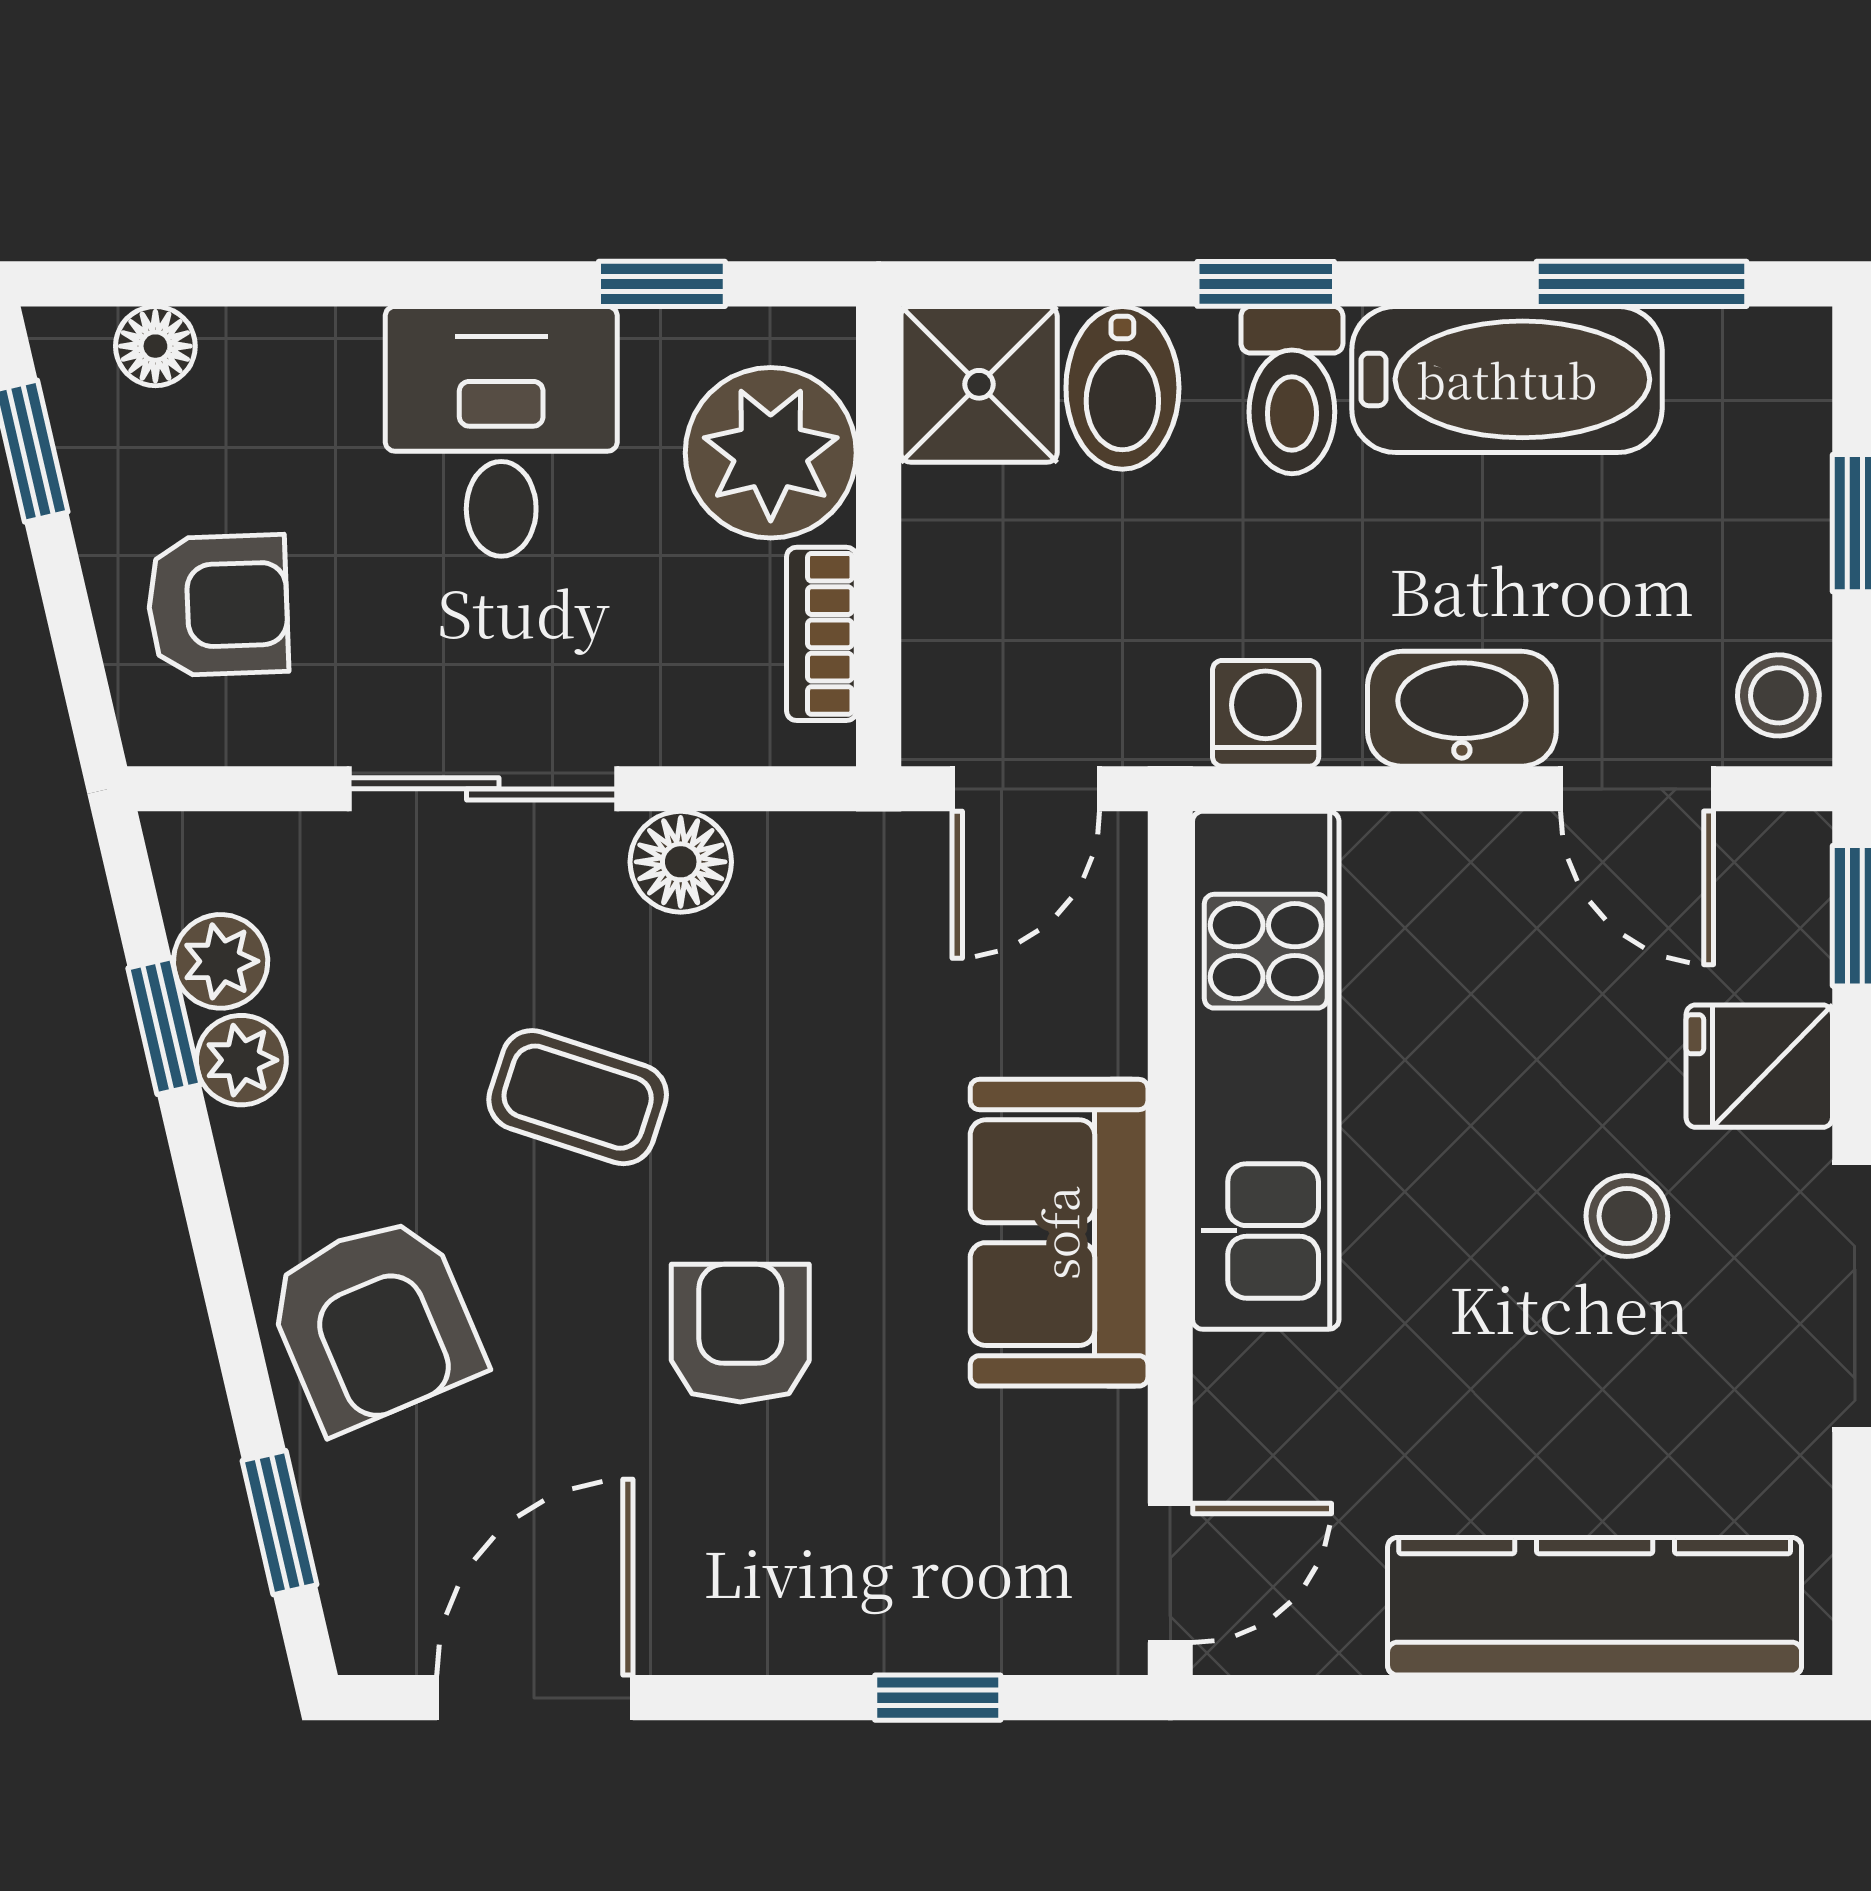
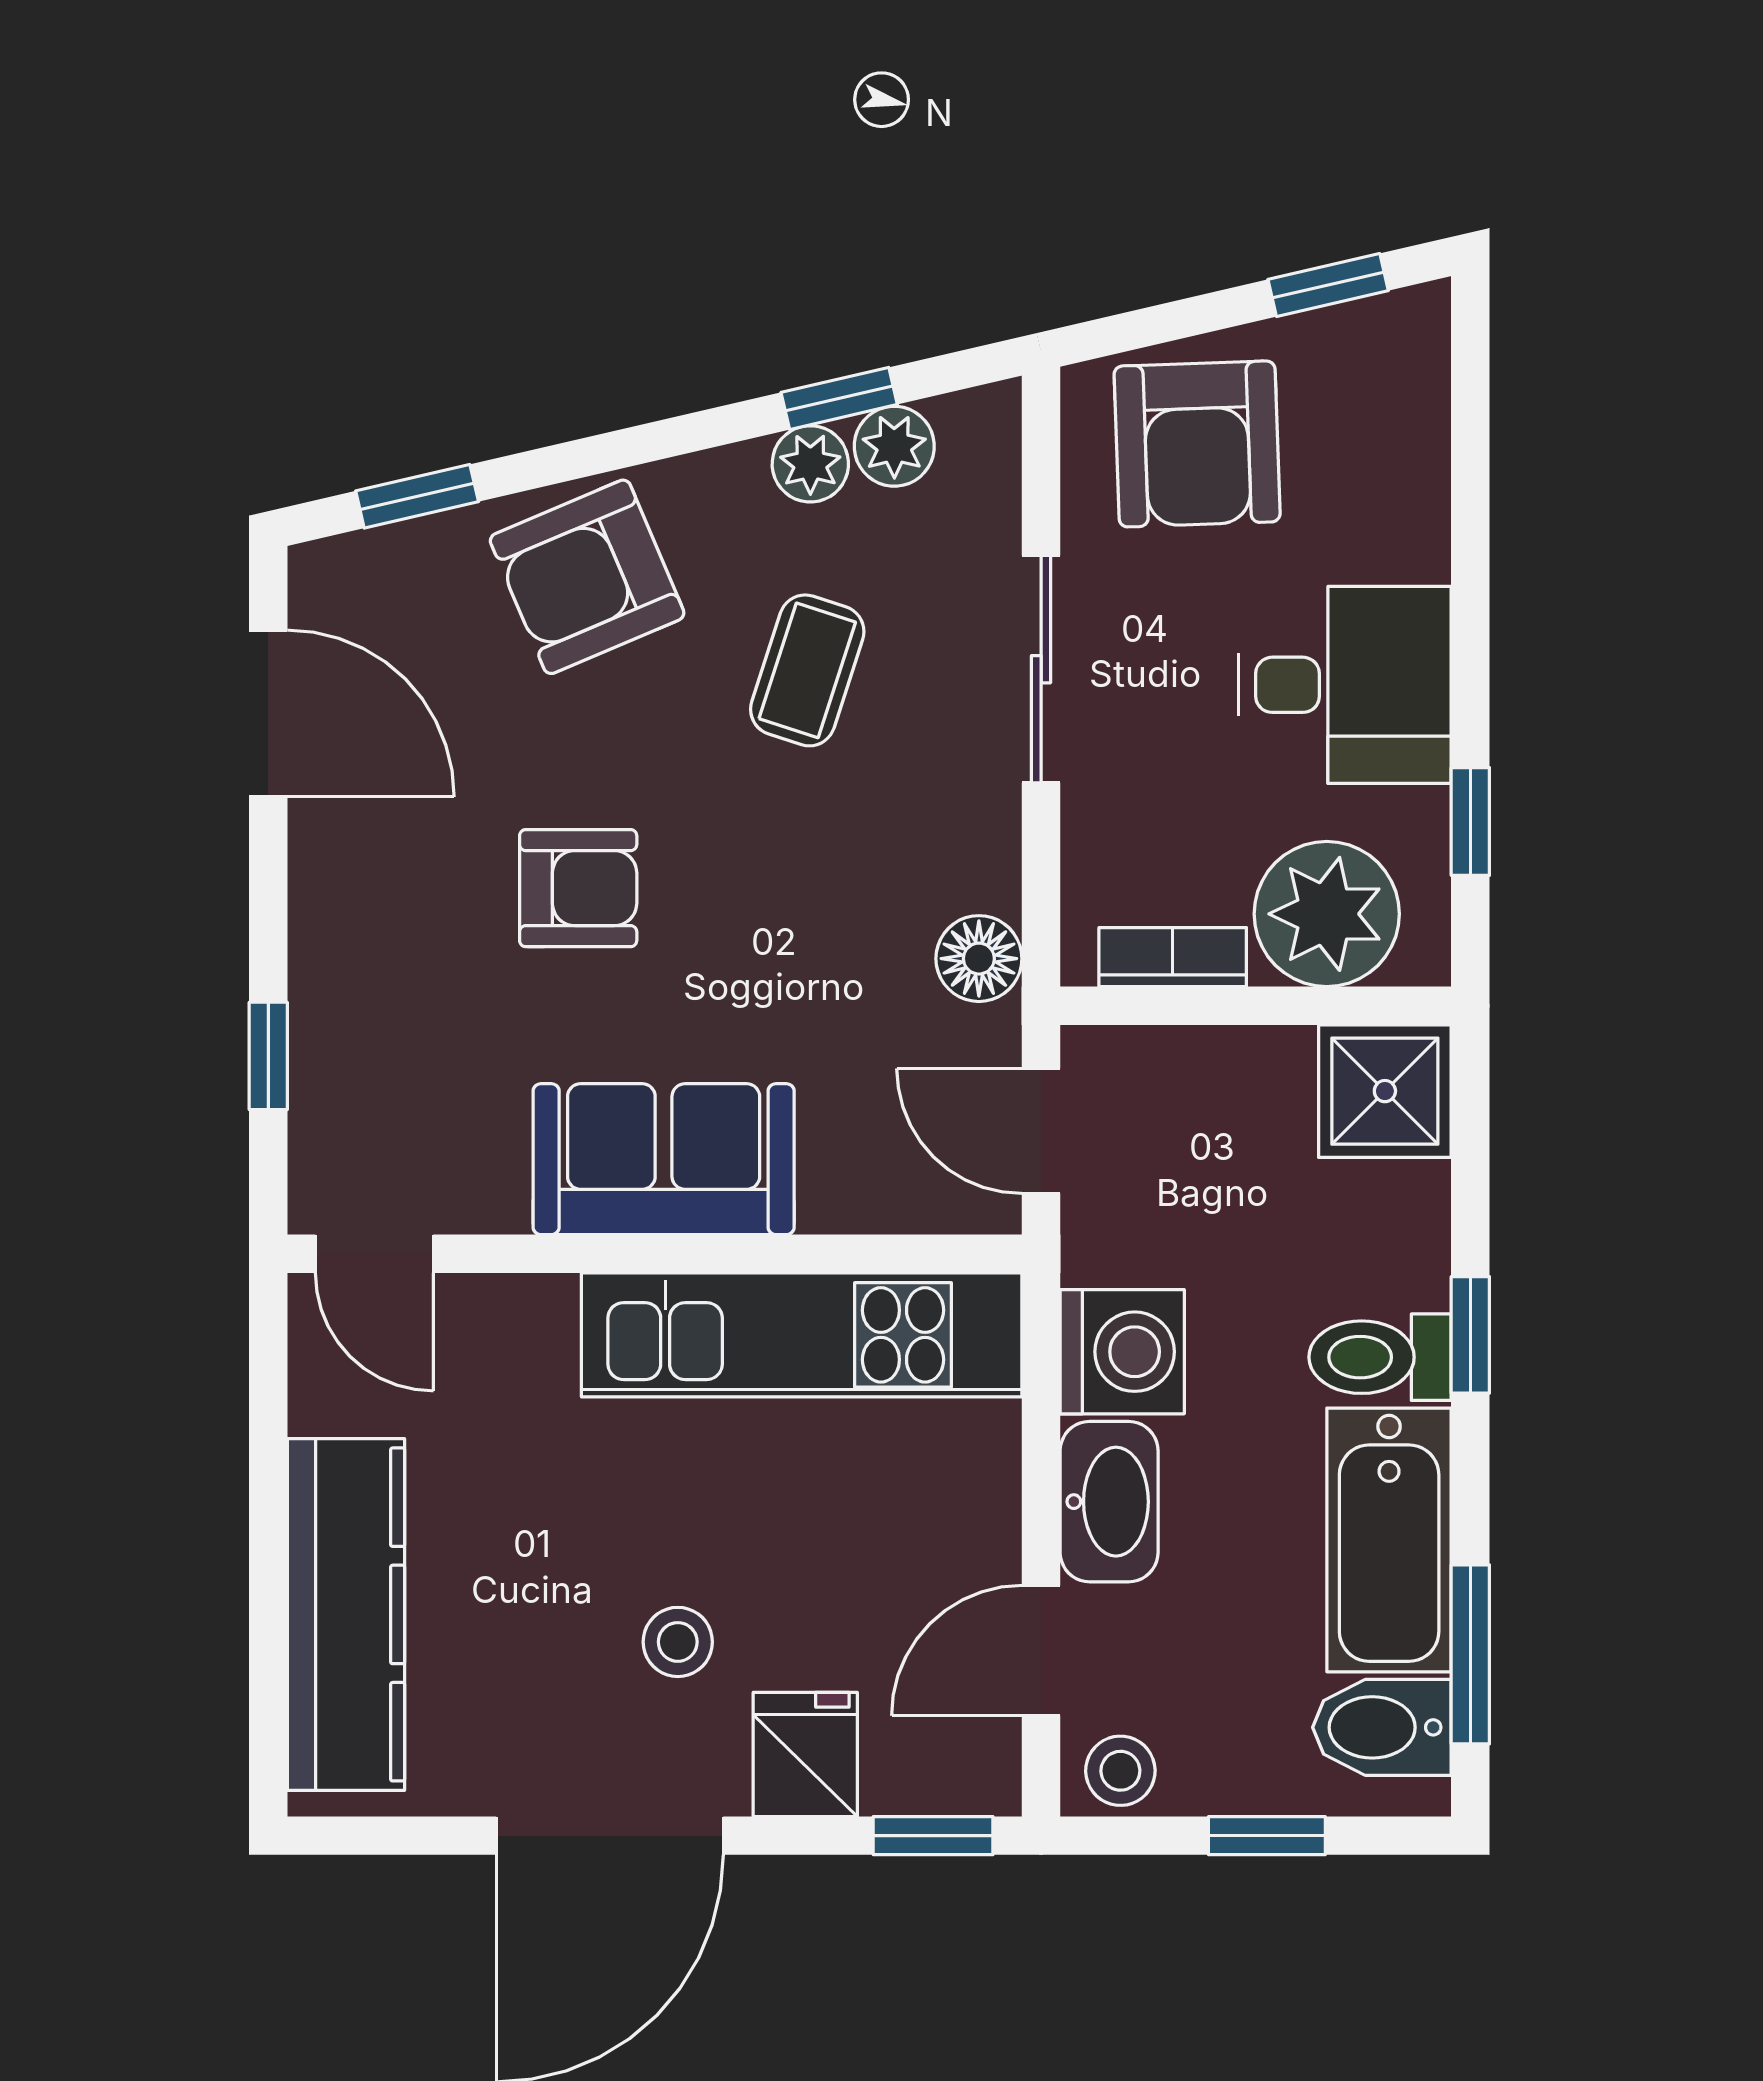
floor lamp: (155, 346) -> (1417, 391), removed
bidet: (1122, 388) -> (1382, 1727), moved
armchair: (218, 605) -> (1197, 444), width x1.38, depth x1.38
washing machine: (1266, 713) -> (1122, 1352), width x1.38, depth x1.38
floor lamp: (681, 862) -> (979, 959), moved
coffee table: (578, 1097) -> (807, 670), moved

